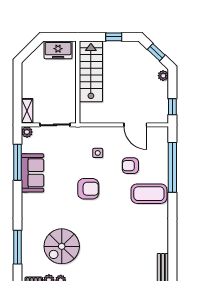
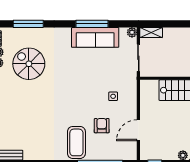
window: (17, 162) -> (92, 24), moved
sofa: (33, 173) -> (95, 37), width x1.36
armchair: (88, 189) -> (81, 88), removed

